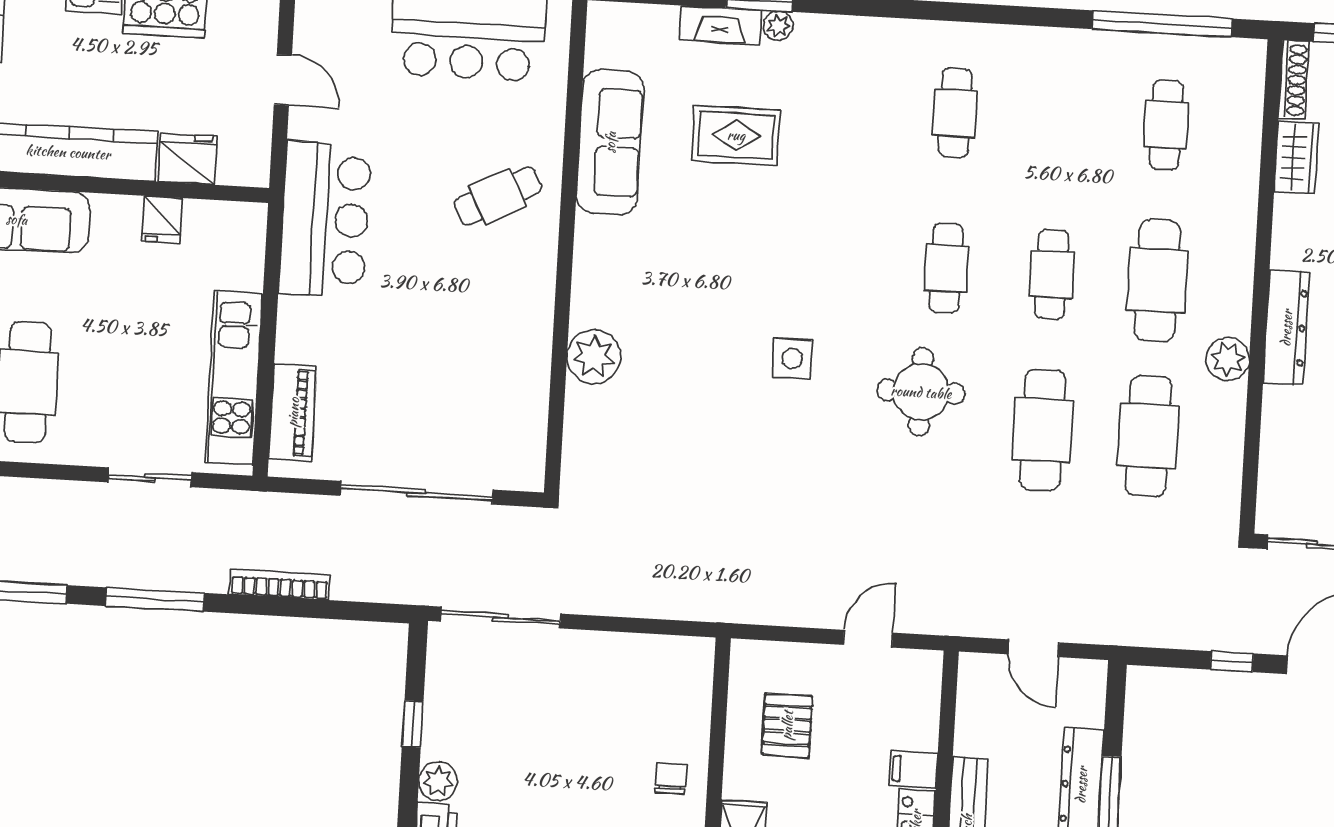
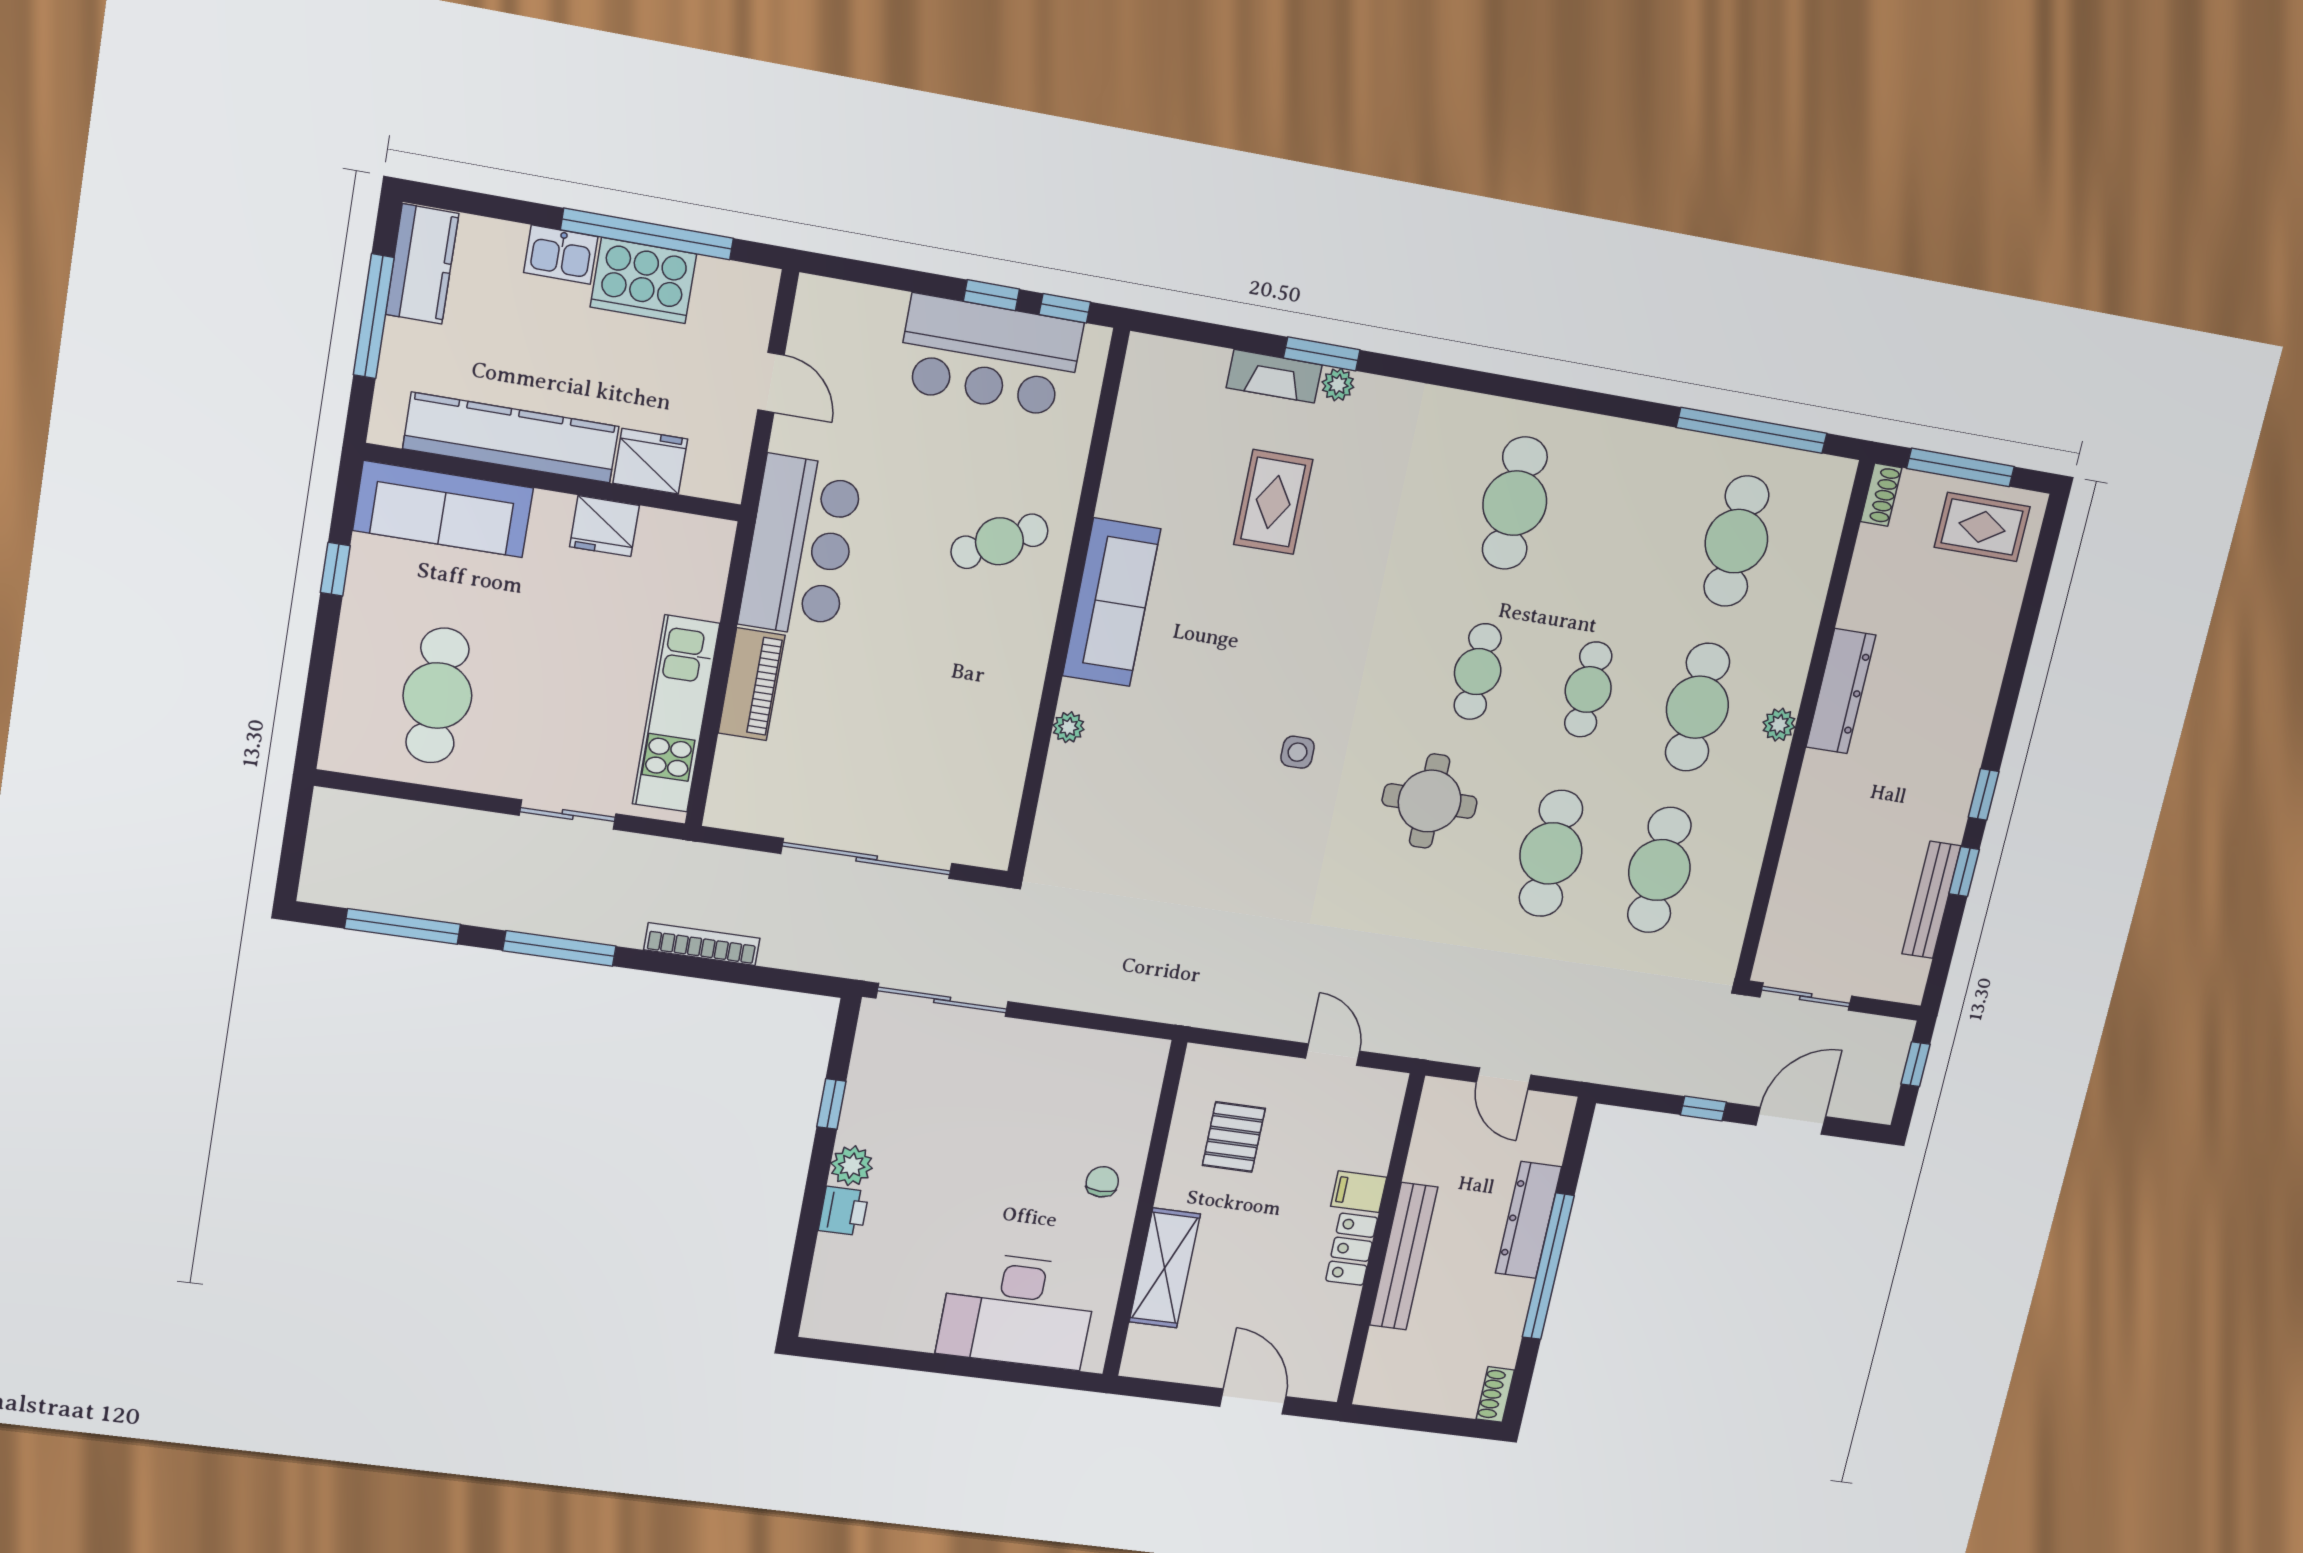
shoe rack: (1294, 80) -> (1881, 495), width x0.70
cafe table: (955, 113) -> (1515, 503), width x1.37, depth x1.35
cafe table: (1166, 125) -> (1736, 541), width x1.37, depth x1.35
rug: (736, 135) -> (1273, 502), turned 90
sofa: (610, 142) -> (1112, 602), moved
wardrobe: (1296, 157) -> (1865, 591), removed
fridge: (162, 220) -> (604, 526), width x1.38
dresser: (1286, 328) -> (1841, 691), moved
plant: (594, 357) -> (1069, 727), width x0.53, depth x0.53
side table: (792, 358) -> (1298, 752), width x0.73, depth x0.73
plant: (1228, 359) -> (1779, 725), moved, width x0.73, depth x0.73
piano: (293, 412) -> (751, 684), moved
door: (868, 639) -> (1333, 1055), hinge flipped

